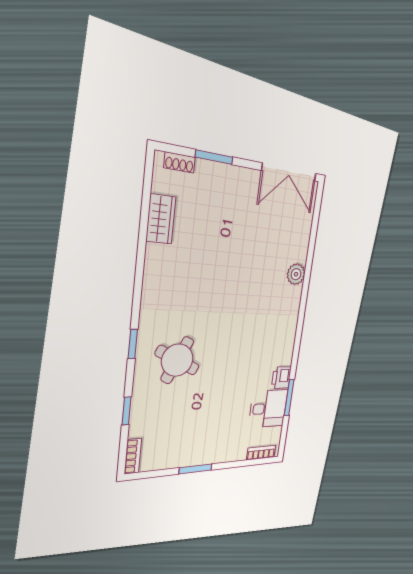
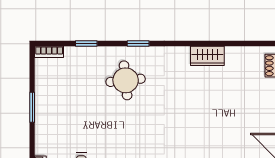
wardrobe: (161, 219) -> (207, 56), moved
round table: (177, 360) -> (126, 80), turned -32

